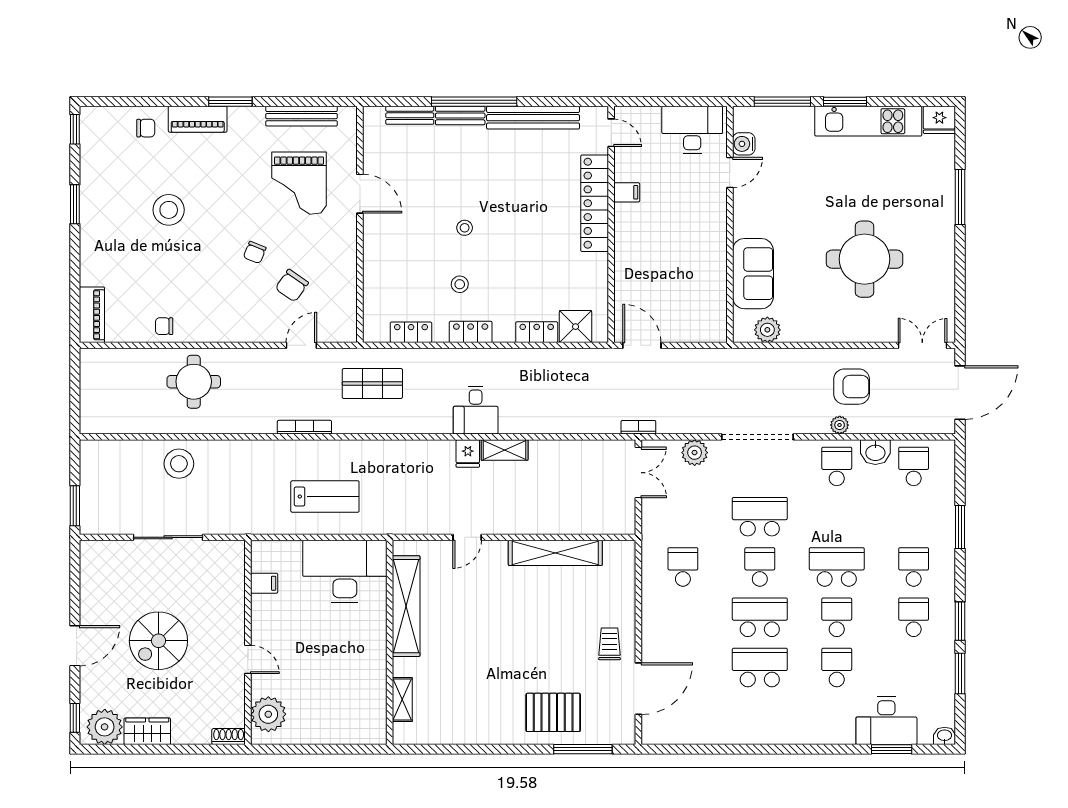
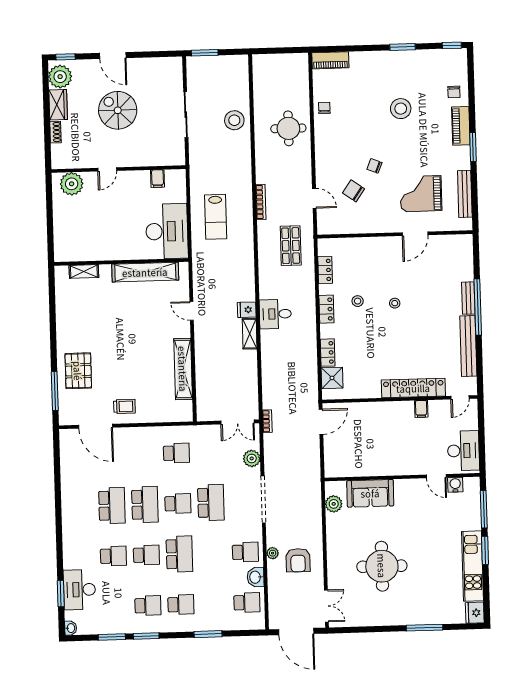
bench: (410, 115) -> (467, 265), removed
shoe rack: (229, 737) -> (55, 132), moved

